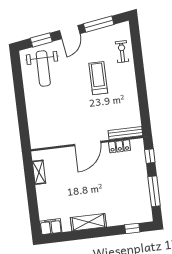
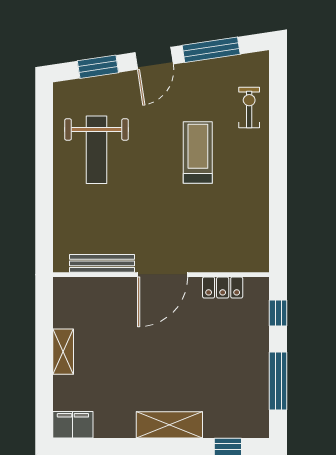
weight bench: (43, 68) -> (97, 150), moved
bench: (125, 133) -> (102, 263), moved
shelving: (39, 172) -> (63, 352), moved
shelving: (88, 222) -> (169, 425), moved

